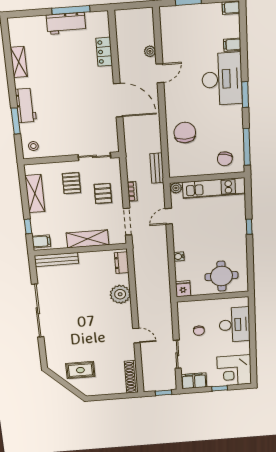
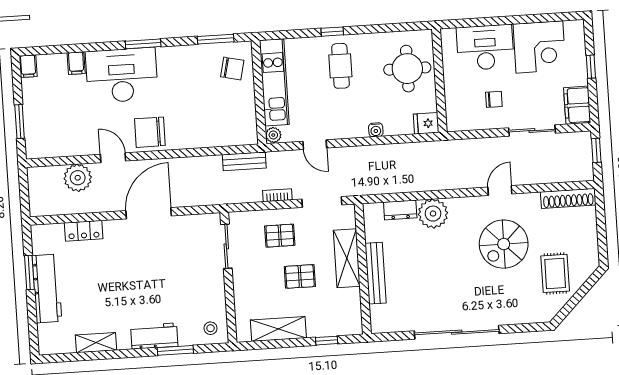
window: (71, 10) -> (29, 273), width x0.69
workbench: (66, 23) -> (47, 289), width x1.38
plant: (150, 51) -> (78, 178), width x1.88, depth x1.88
chair: (185, 133) -> (150, 132), moved
window: (247, 147) -> (216, 39), width x0.69
pallet: (71, 183) -> (300, 276), moved
cafe table: (225, 232) -> (340, 66), added
filing cabinet: (41, 241) -> (349, 323), removed
bench: (56, 260) -> (376, 273), moved
dresser: (122, 263) -> (400, 210), moved
spiral stairs: (100, 339) -> (504, 244), added
corner desk: (234, 370) -> (539, 47), moved

